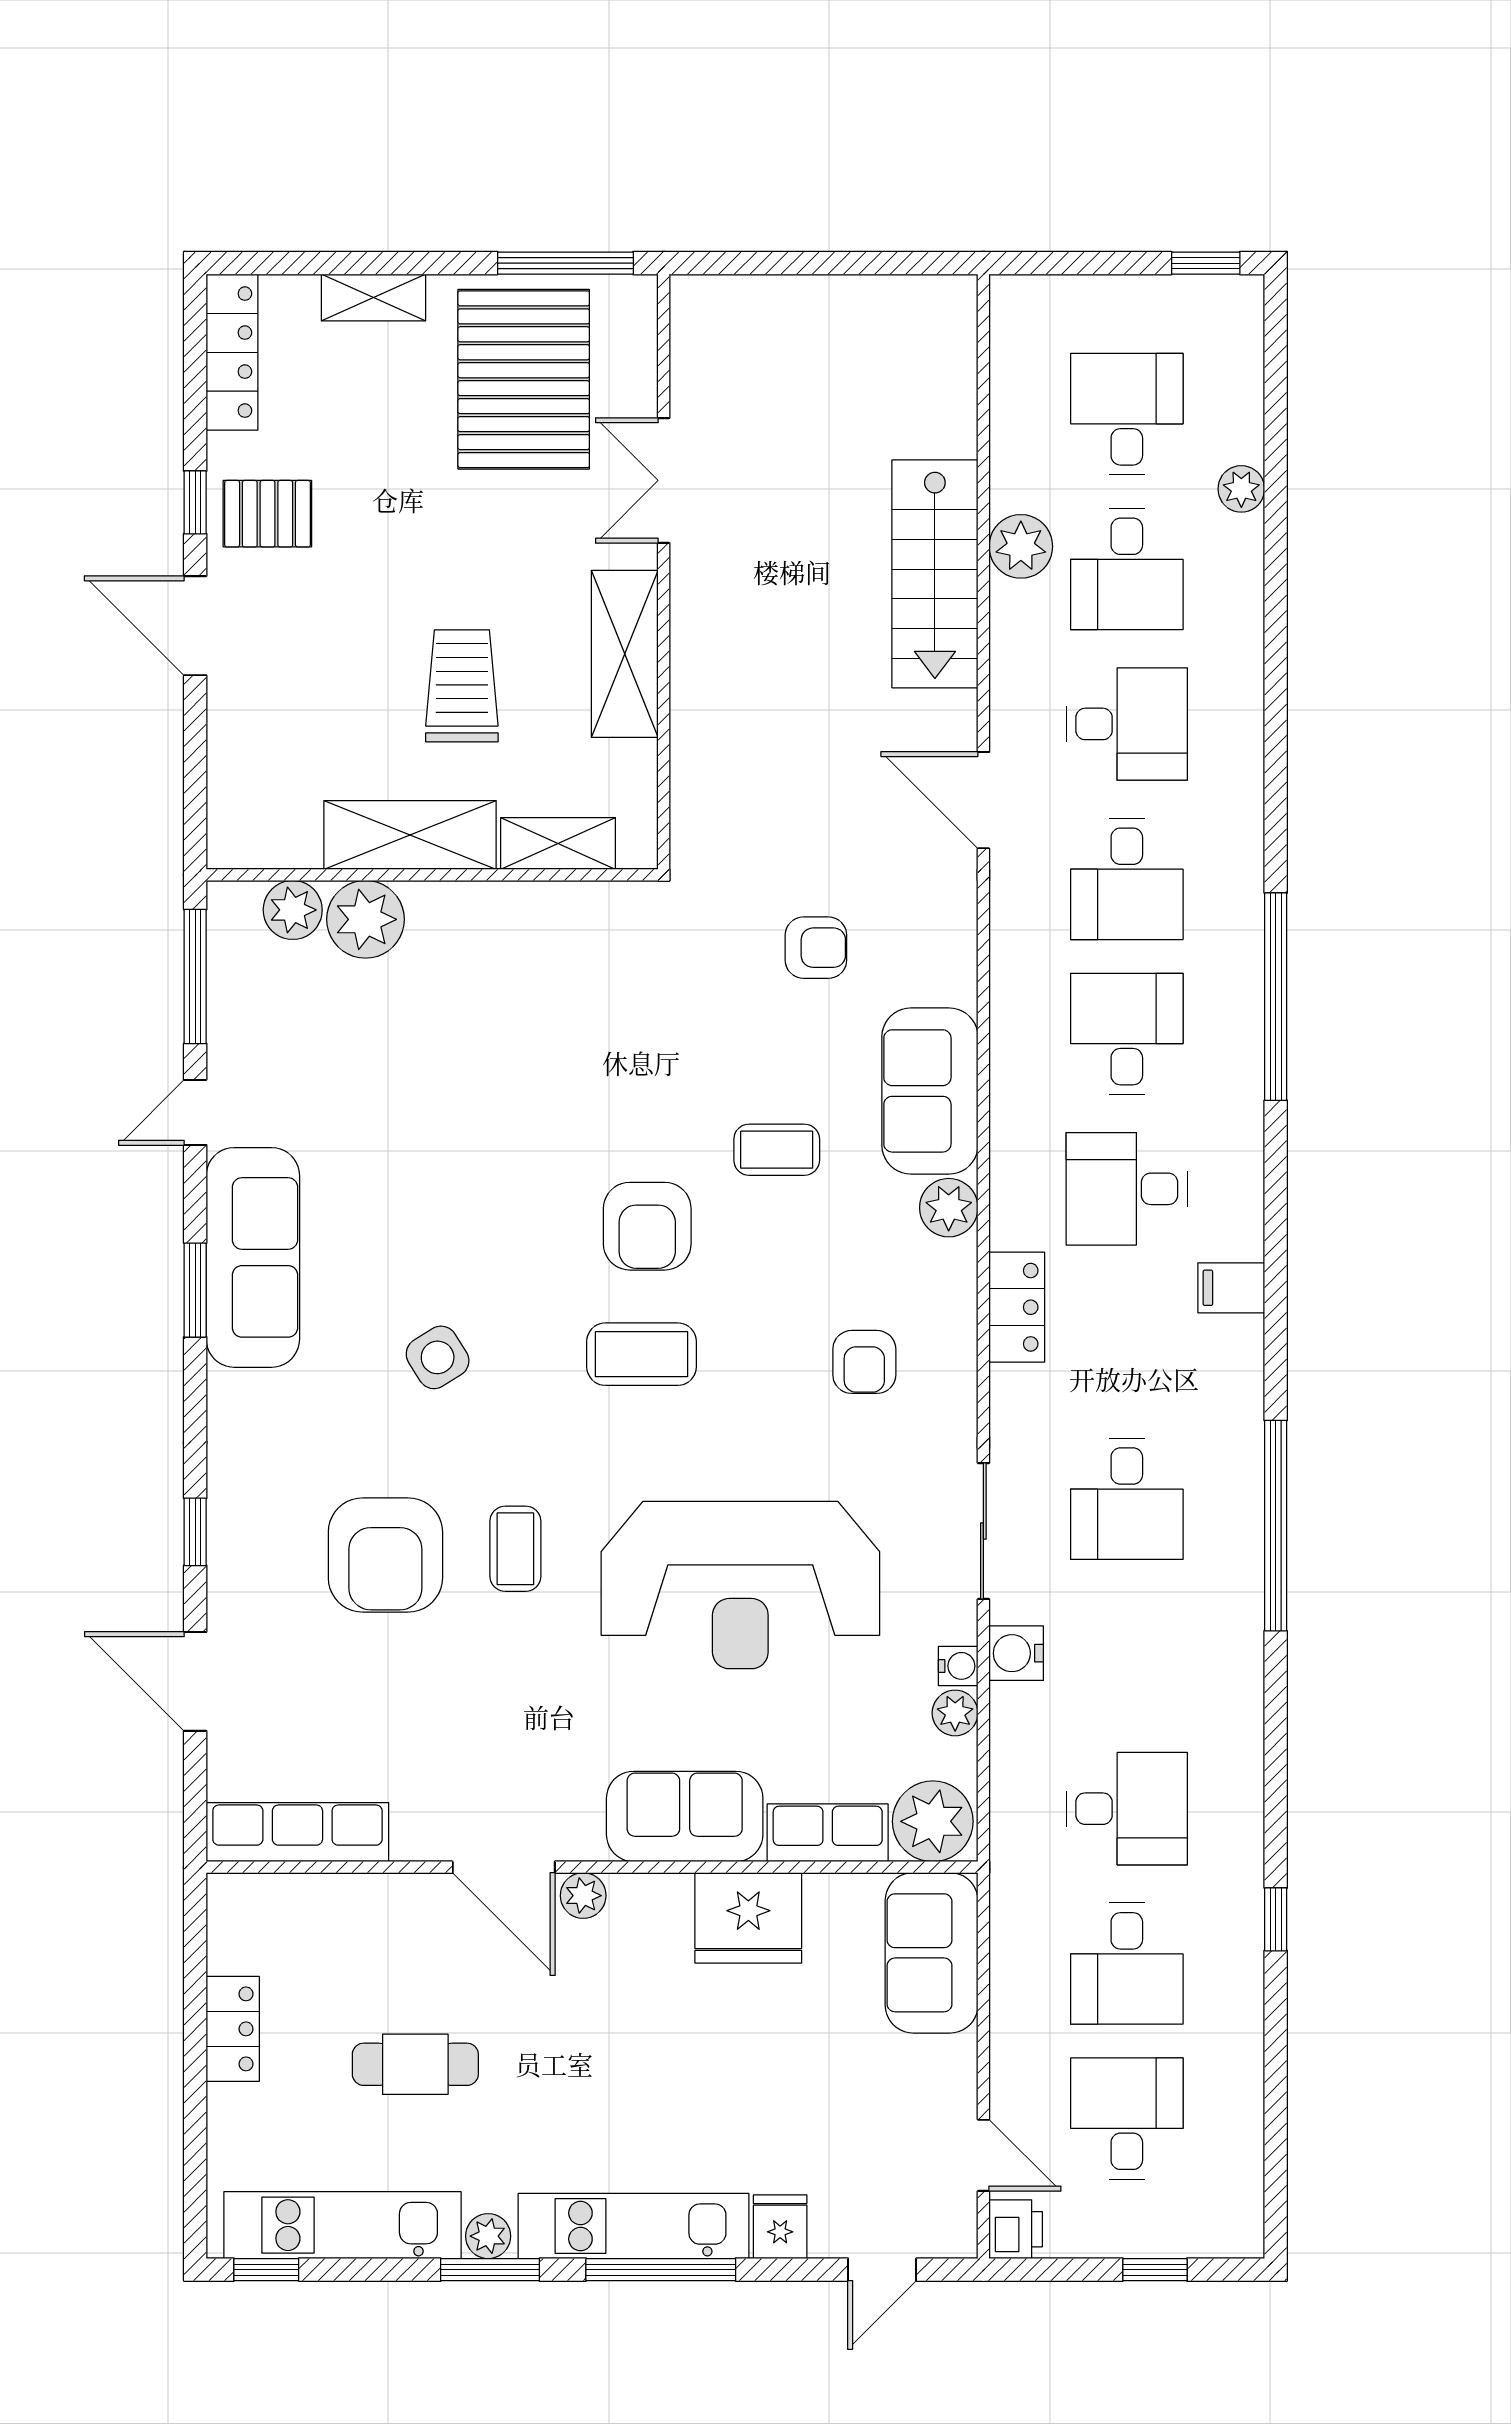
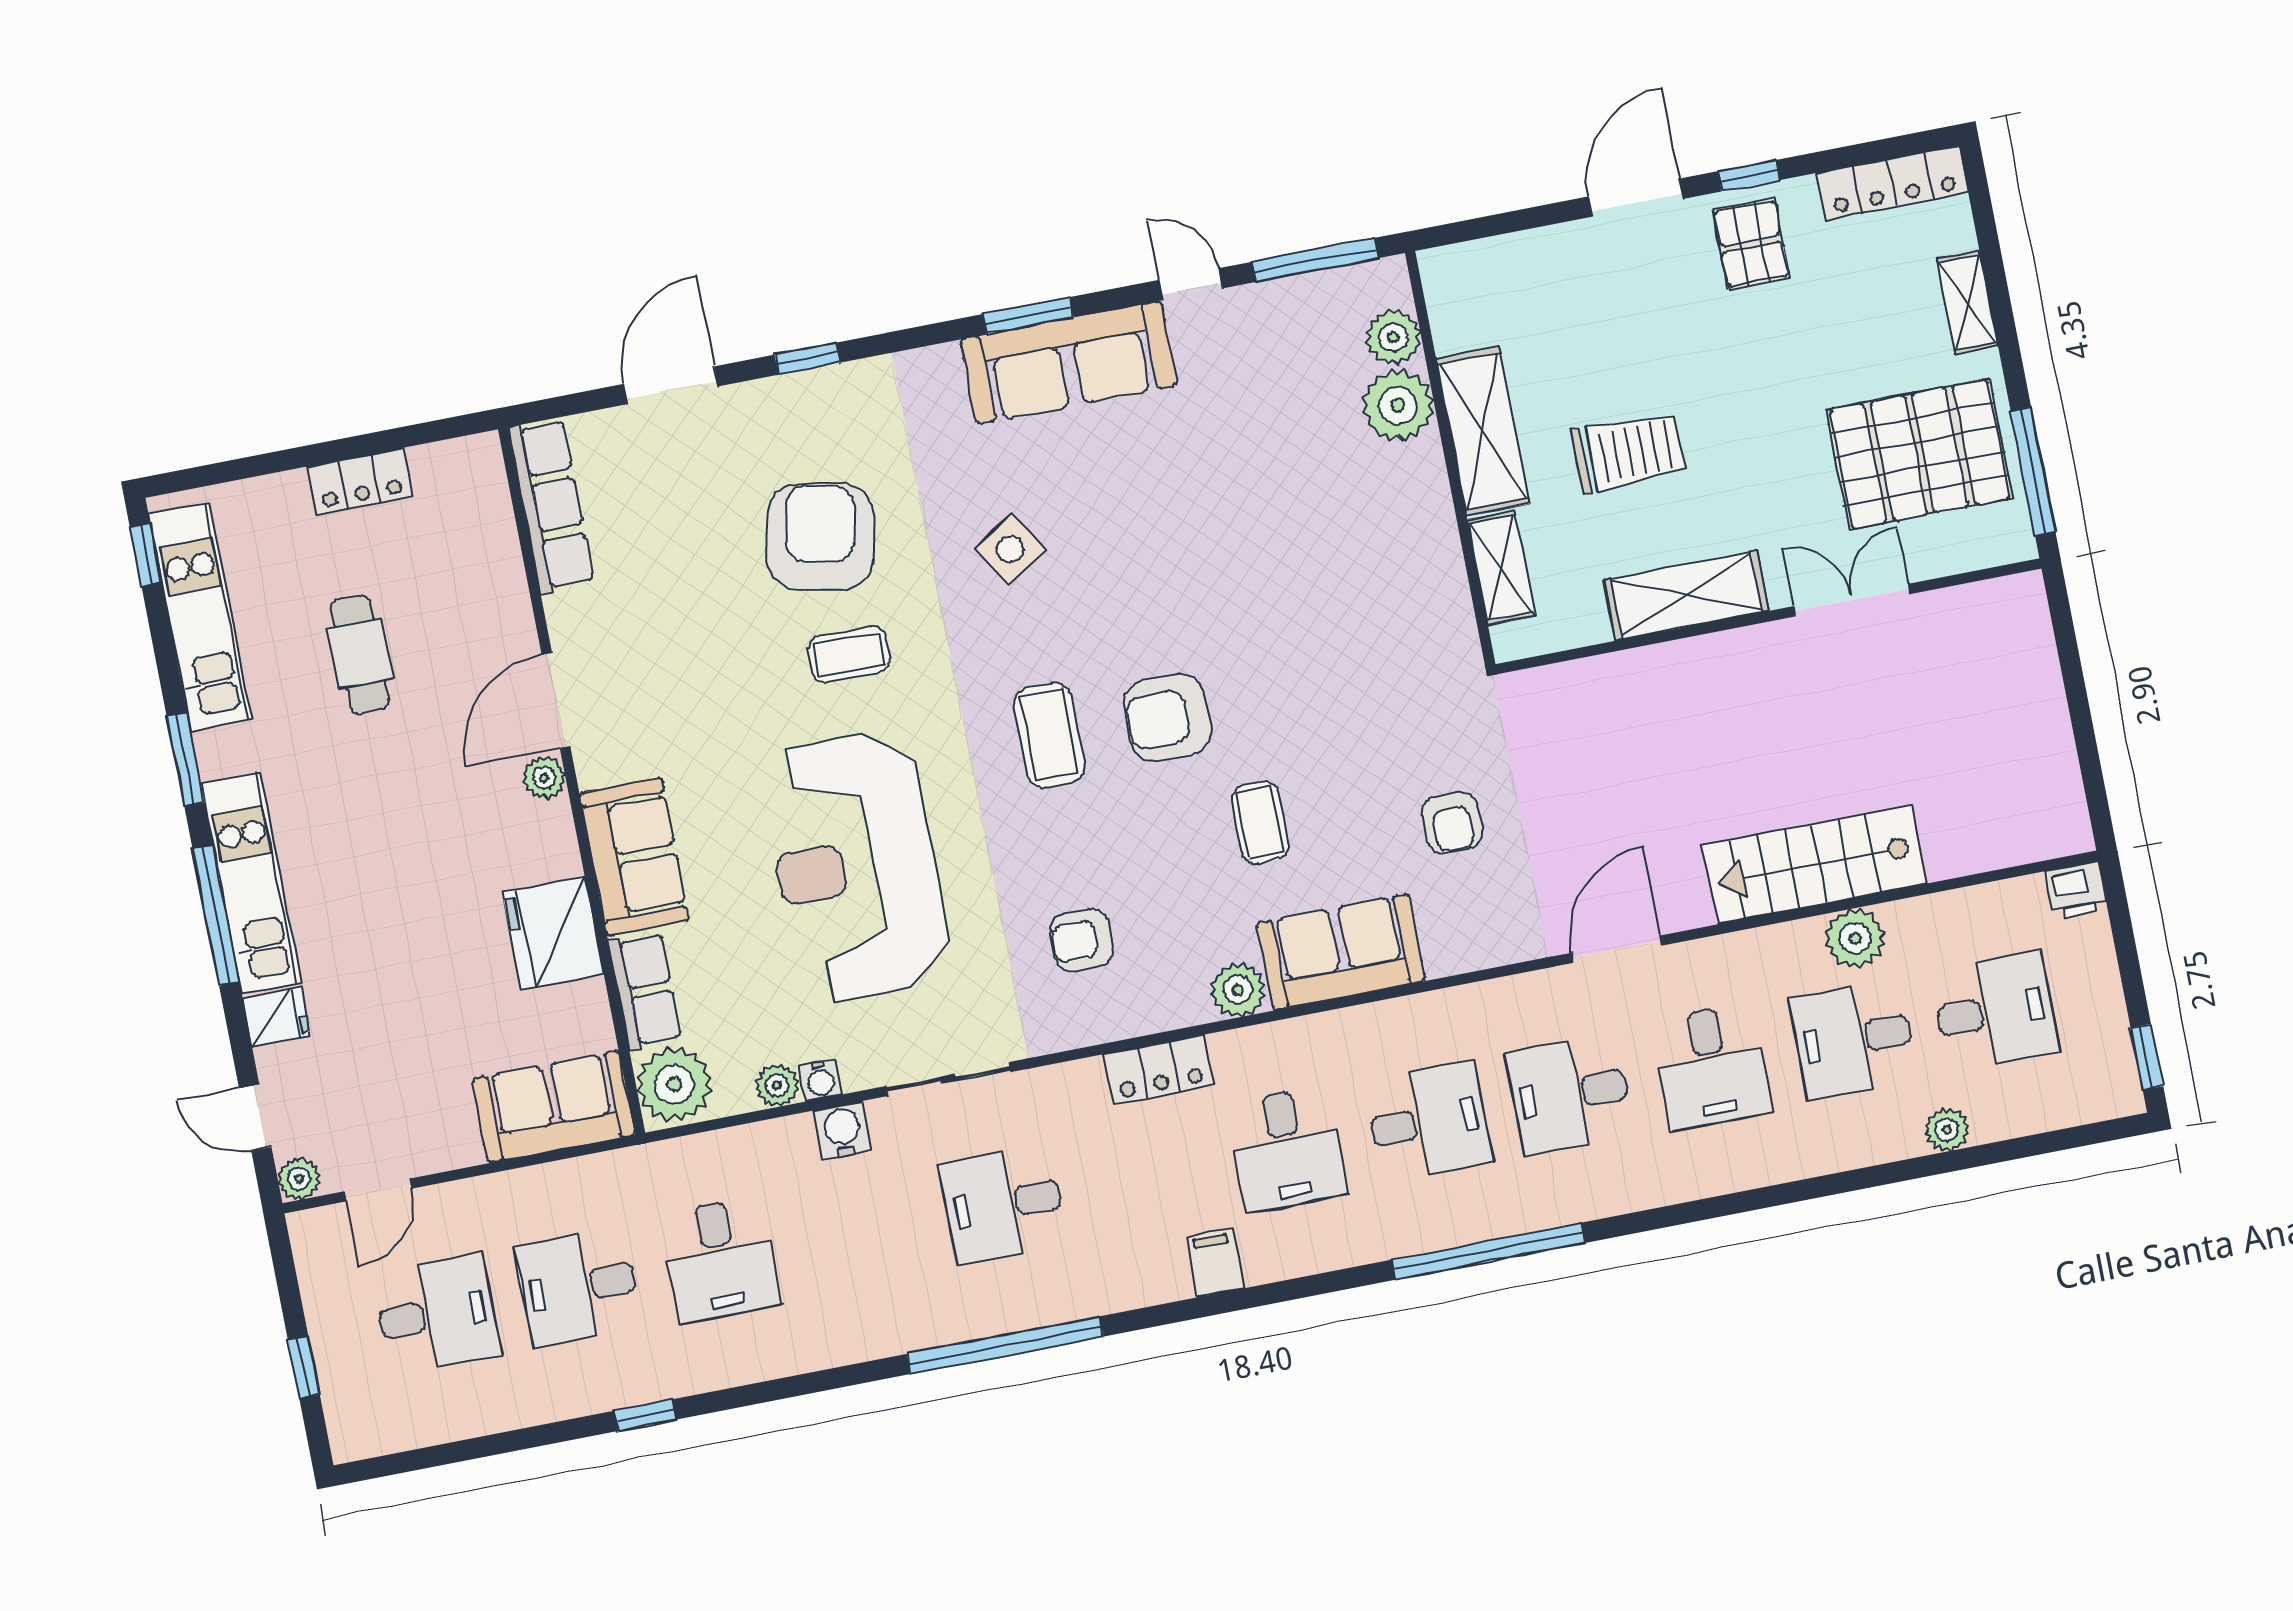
desk: (1127, 1189) -> (1287, 1149), turned 180
armchair: (385, 1555) -> (820, 537), turned 101
printer: (1016, 2229) -> (2076, 890), moved
plant: (488, 2236) -> (299, 1179), moved

